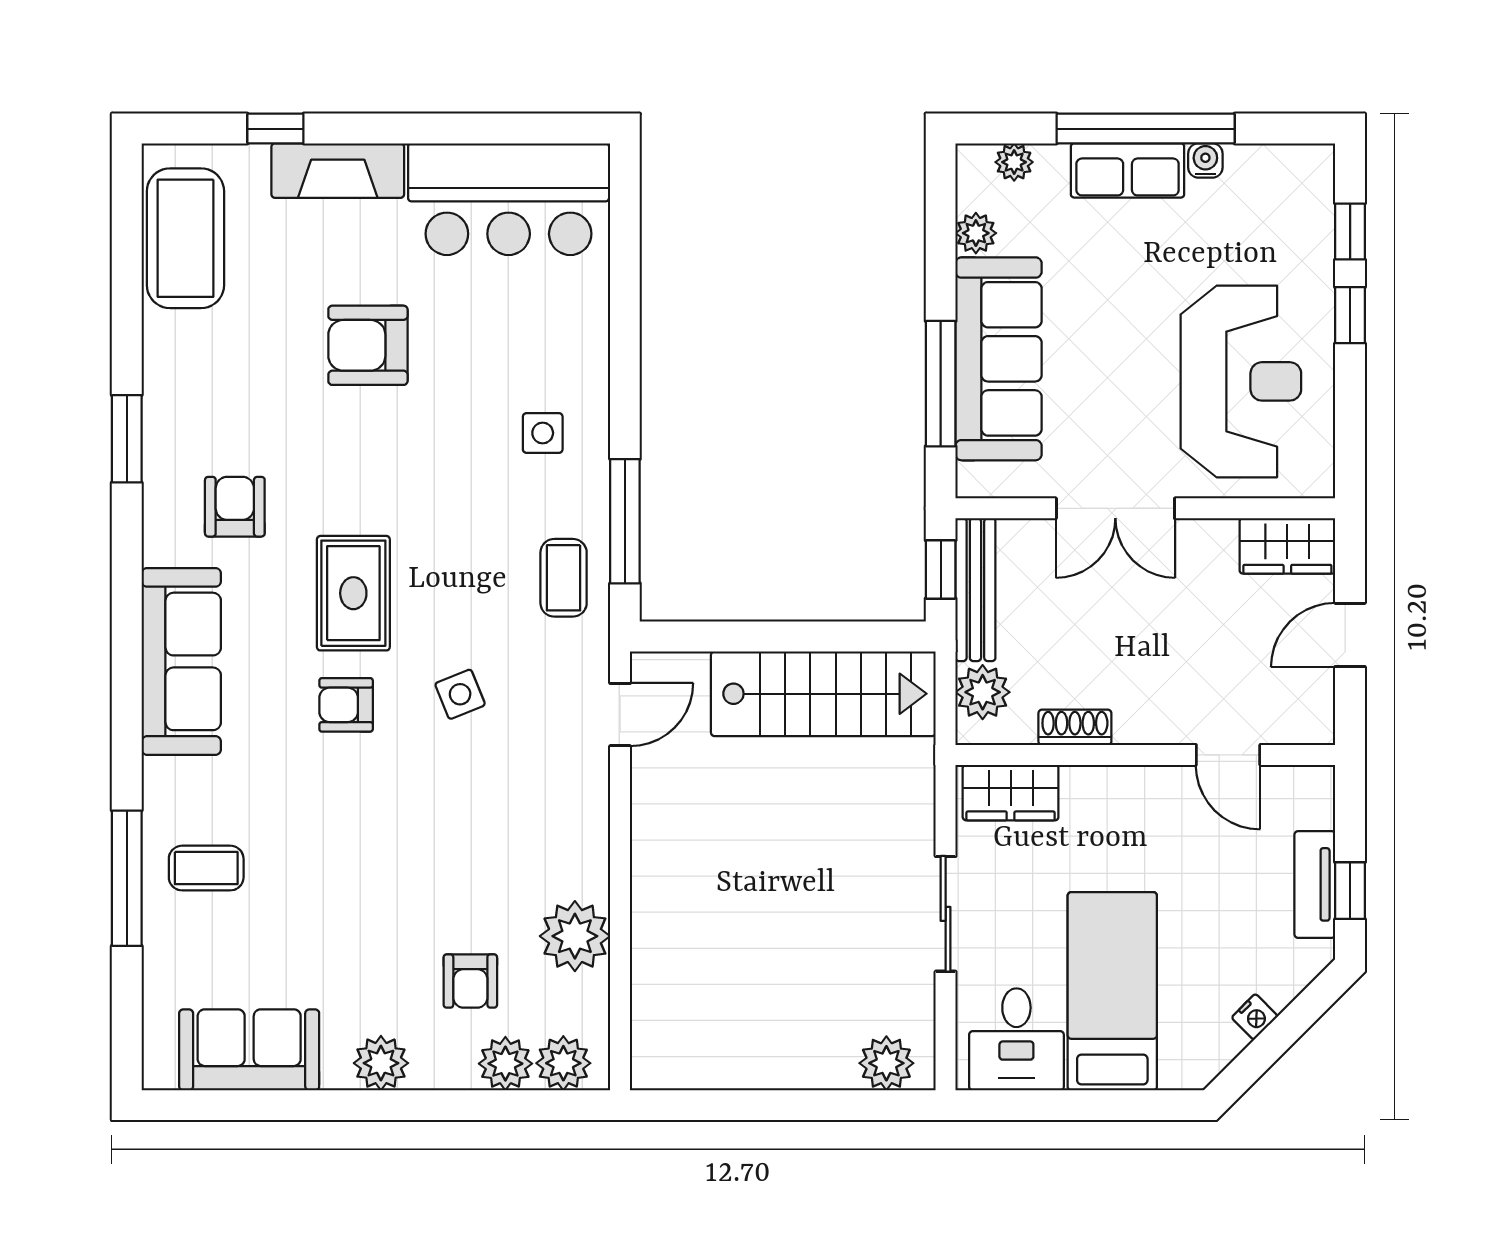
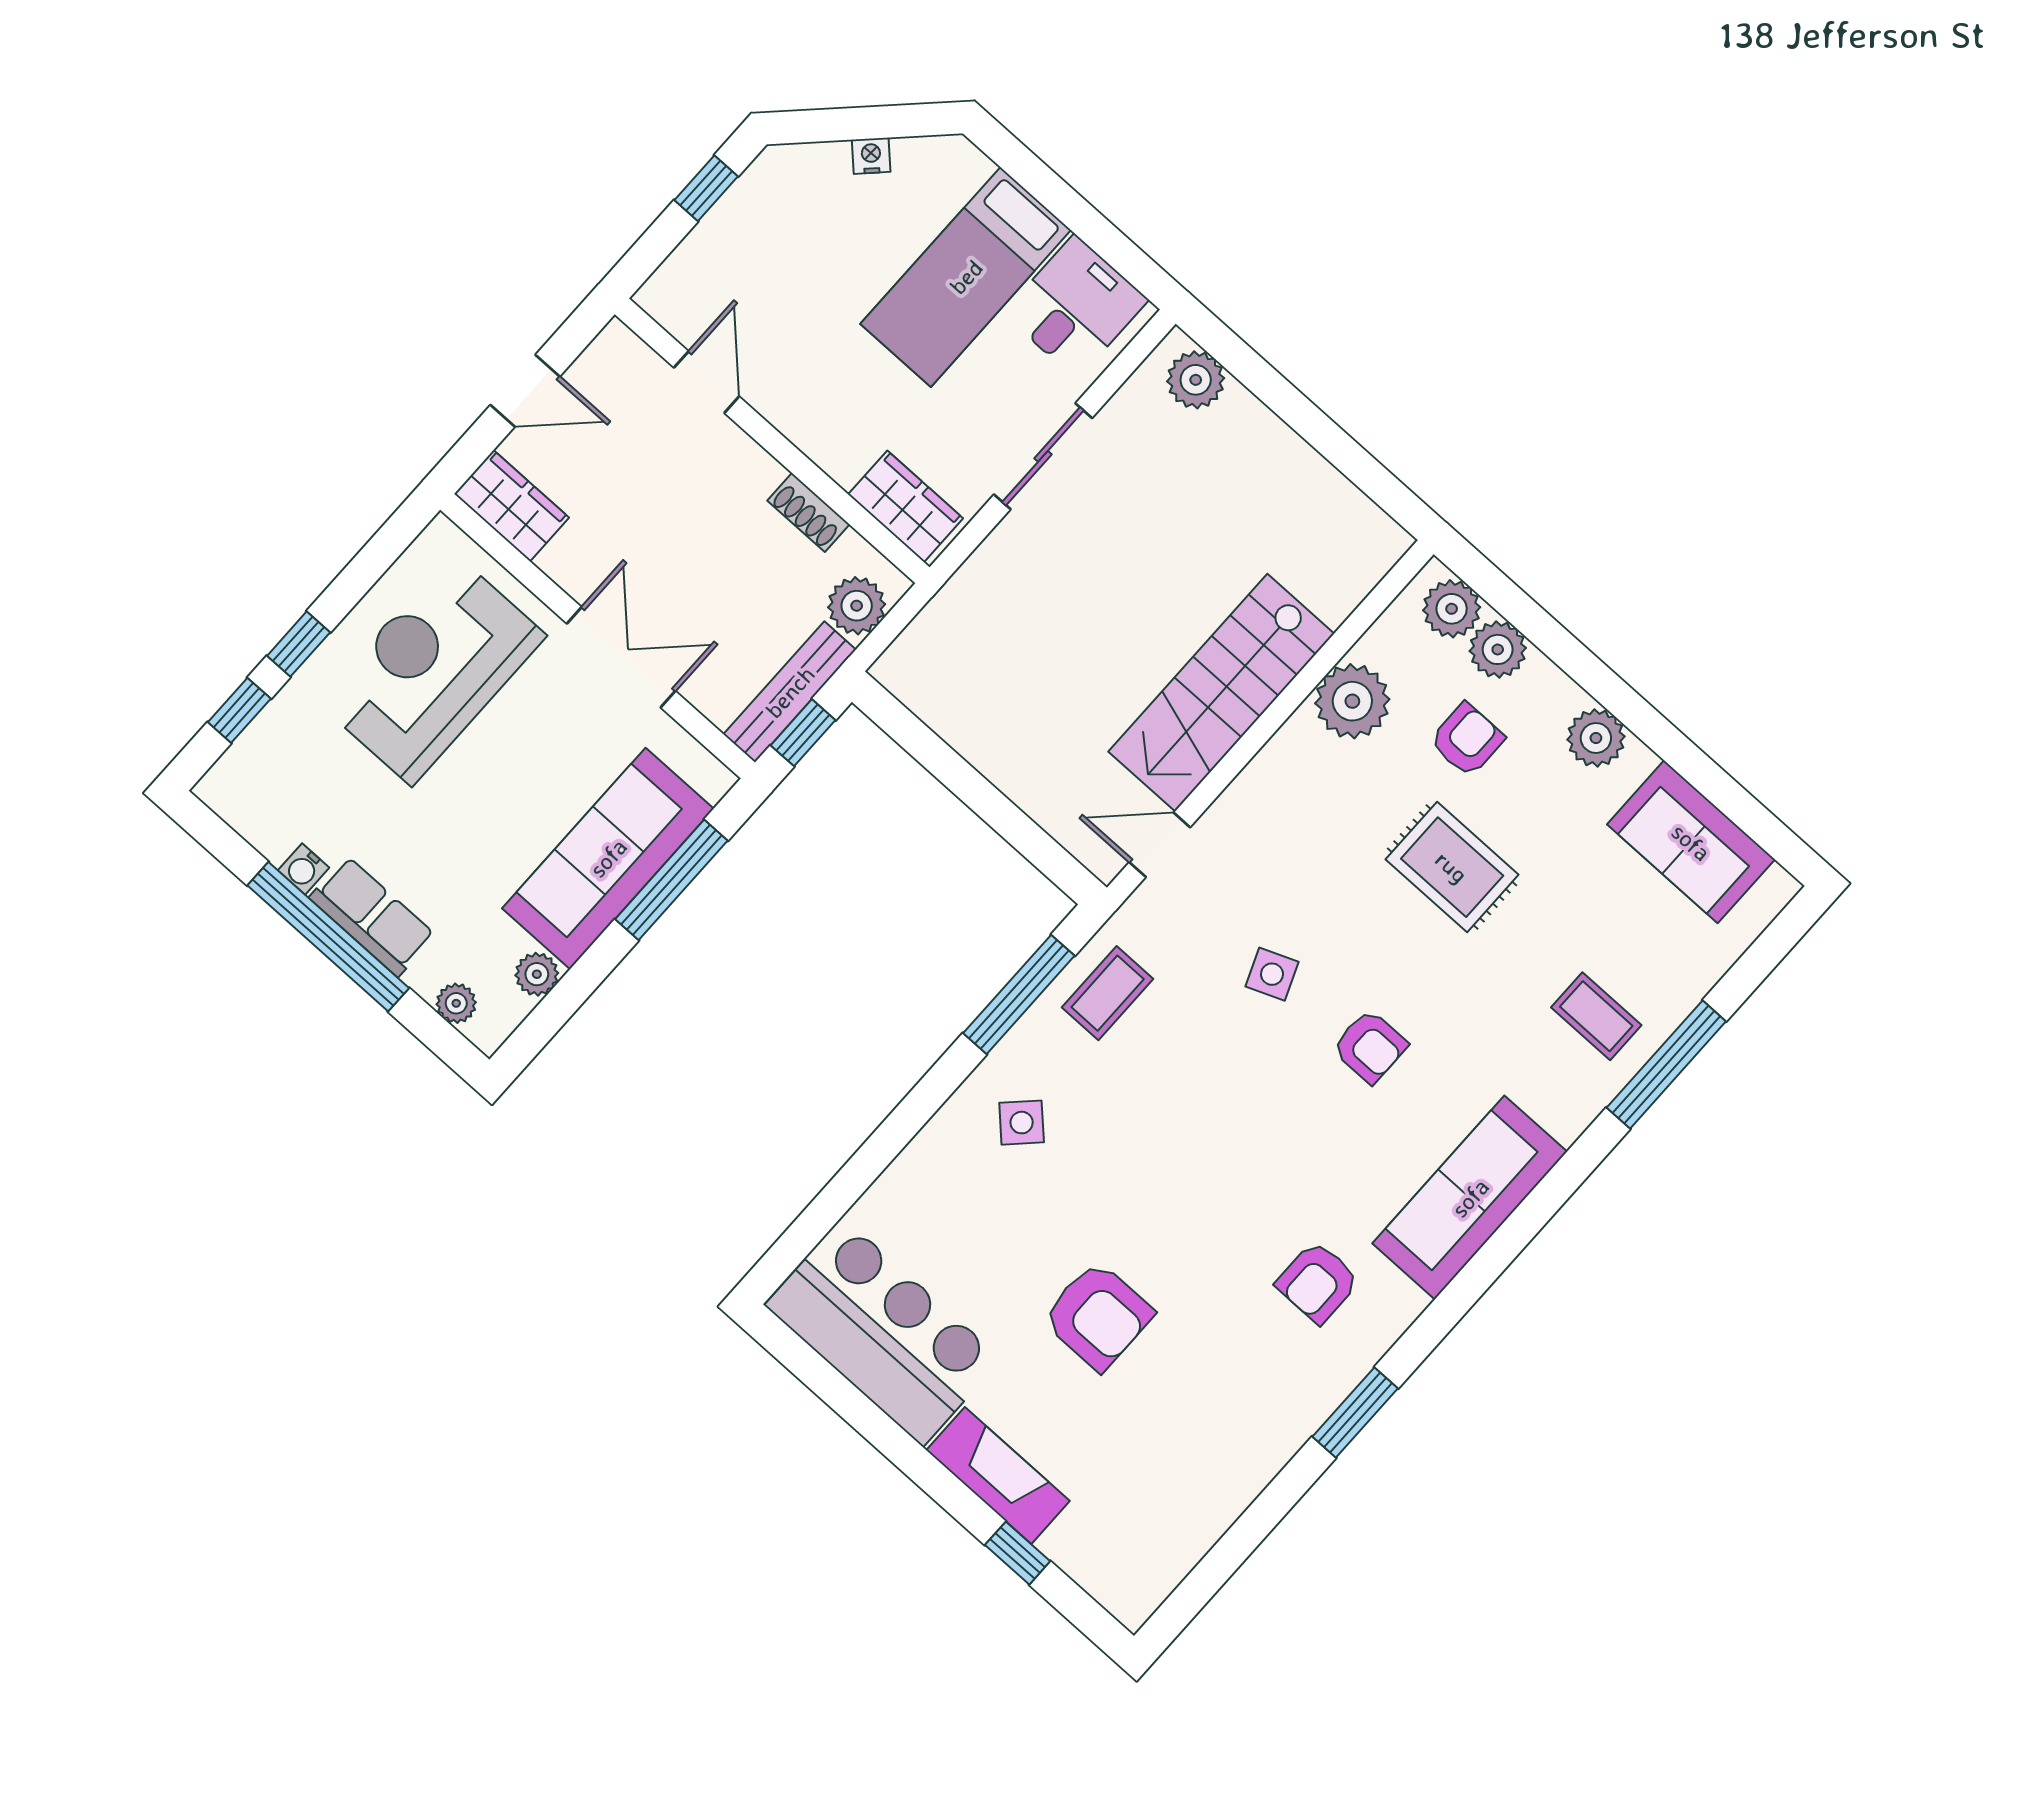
coffee table: (185, 238) -> (1167, 1530), removed
side table: (543, 433) -> (1022, 1123), turned 45
rug: (353, 593) -> (1452, 867), moved, turned 90
stairs: (823, 694) -> (1221, 693), moved, turned -90
tv unit: (1315, 884) -> (730, 218), removed

